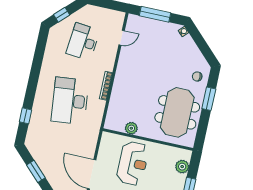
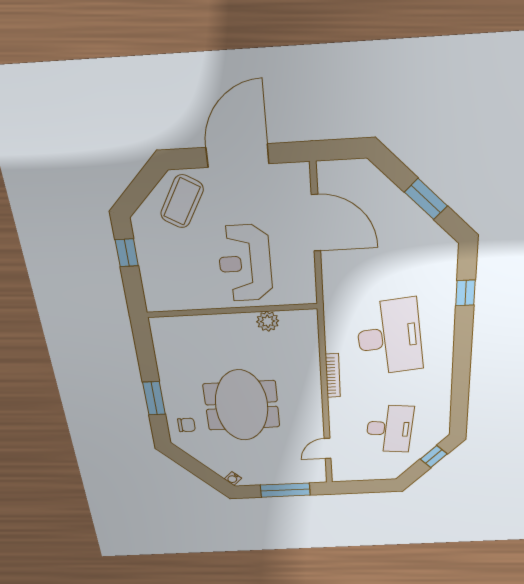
meeting table: (177, 112) -> (242, 406), moved
plant: (182, 167) -> (154, 282), removed

